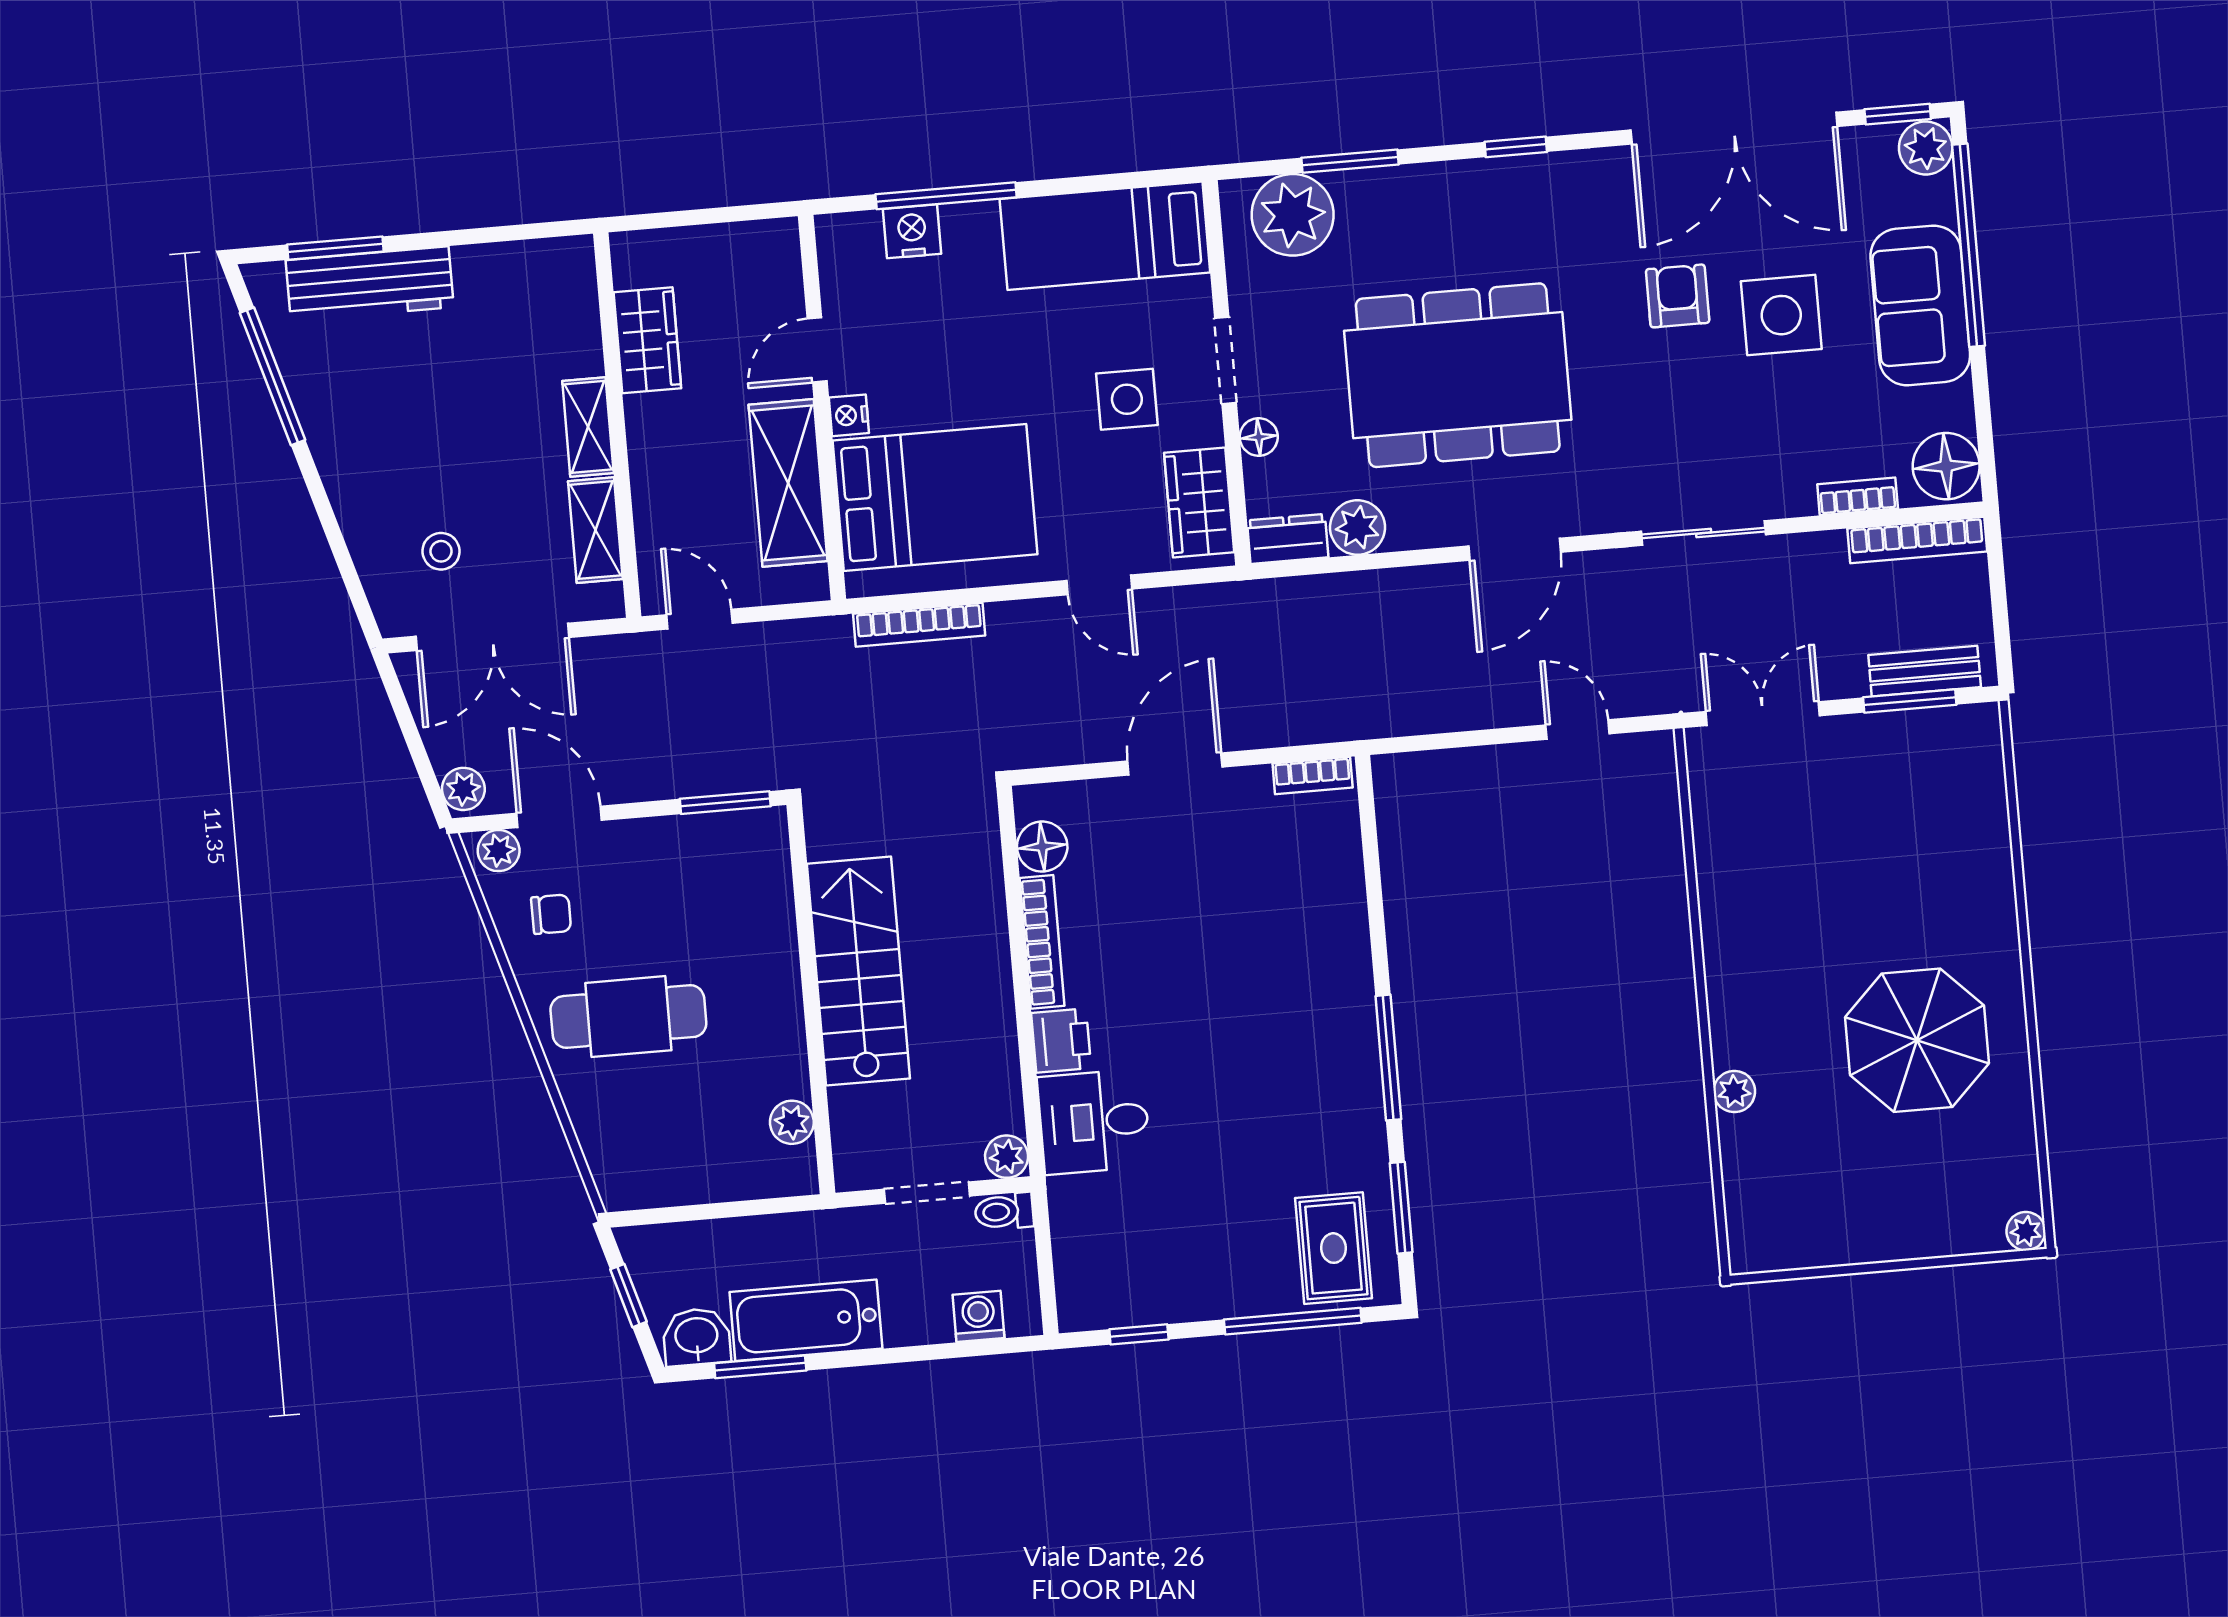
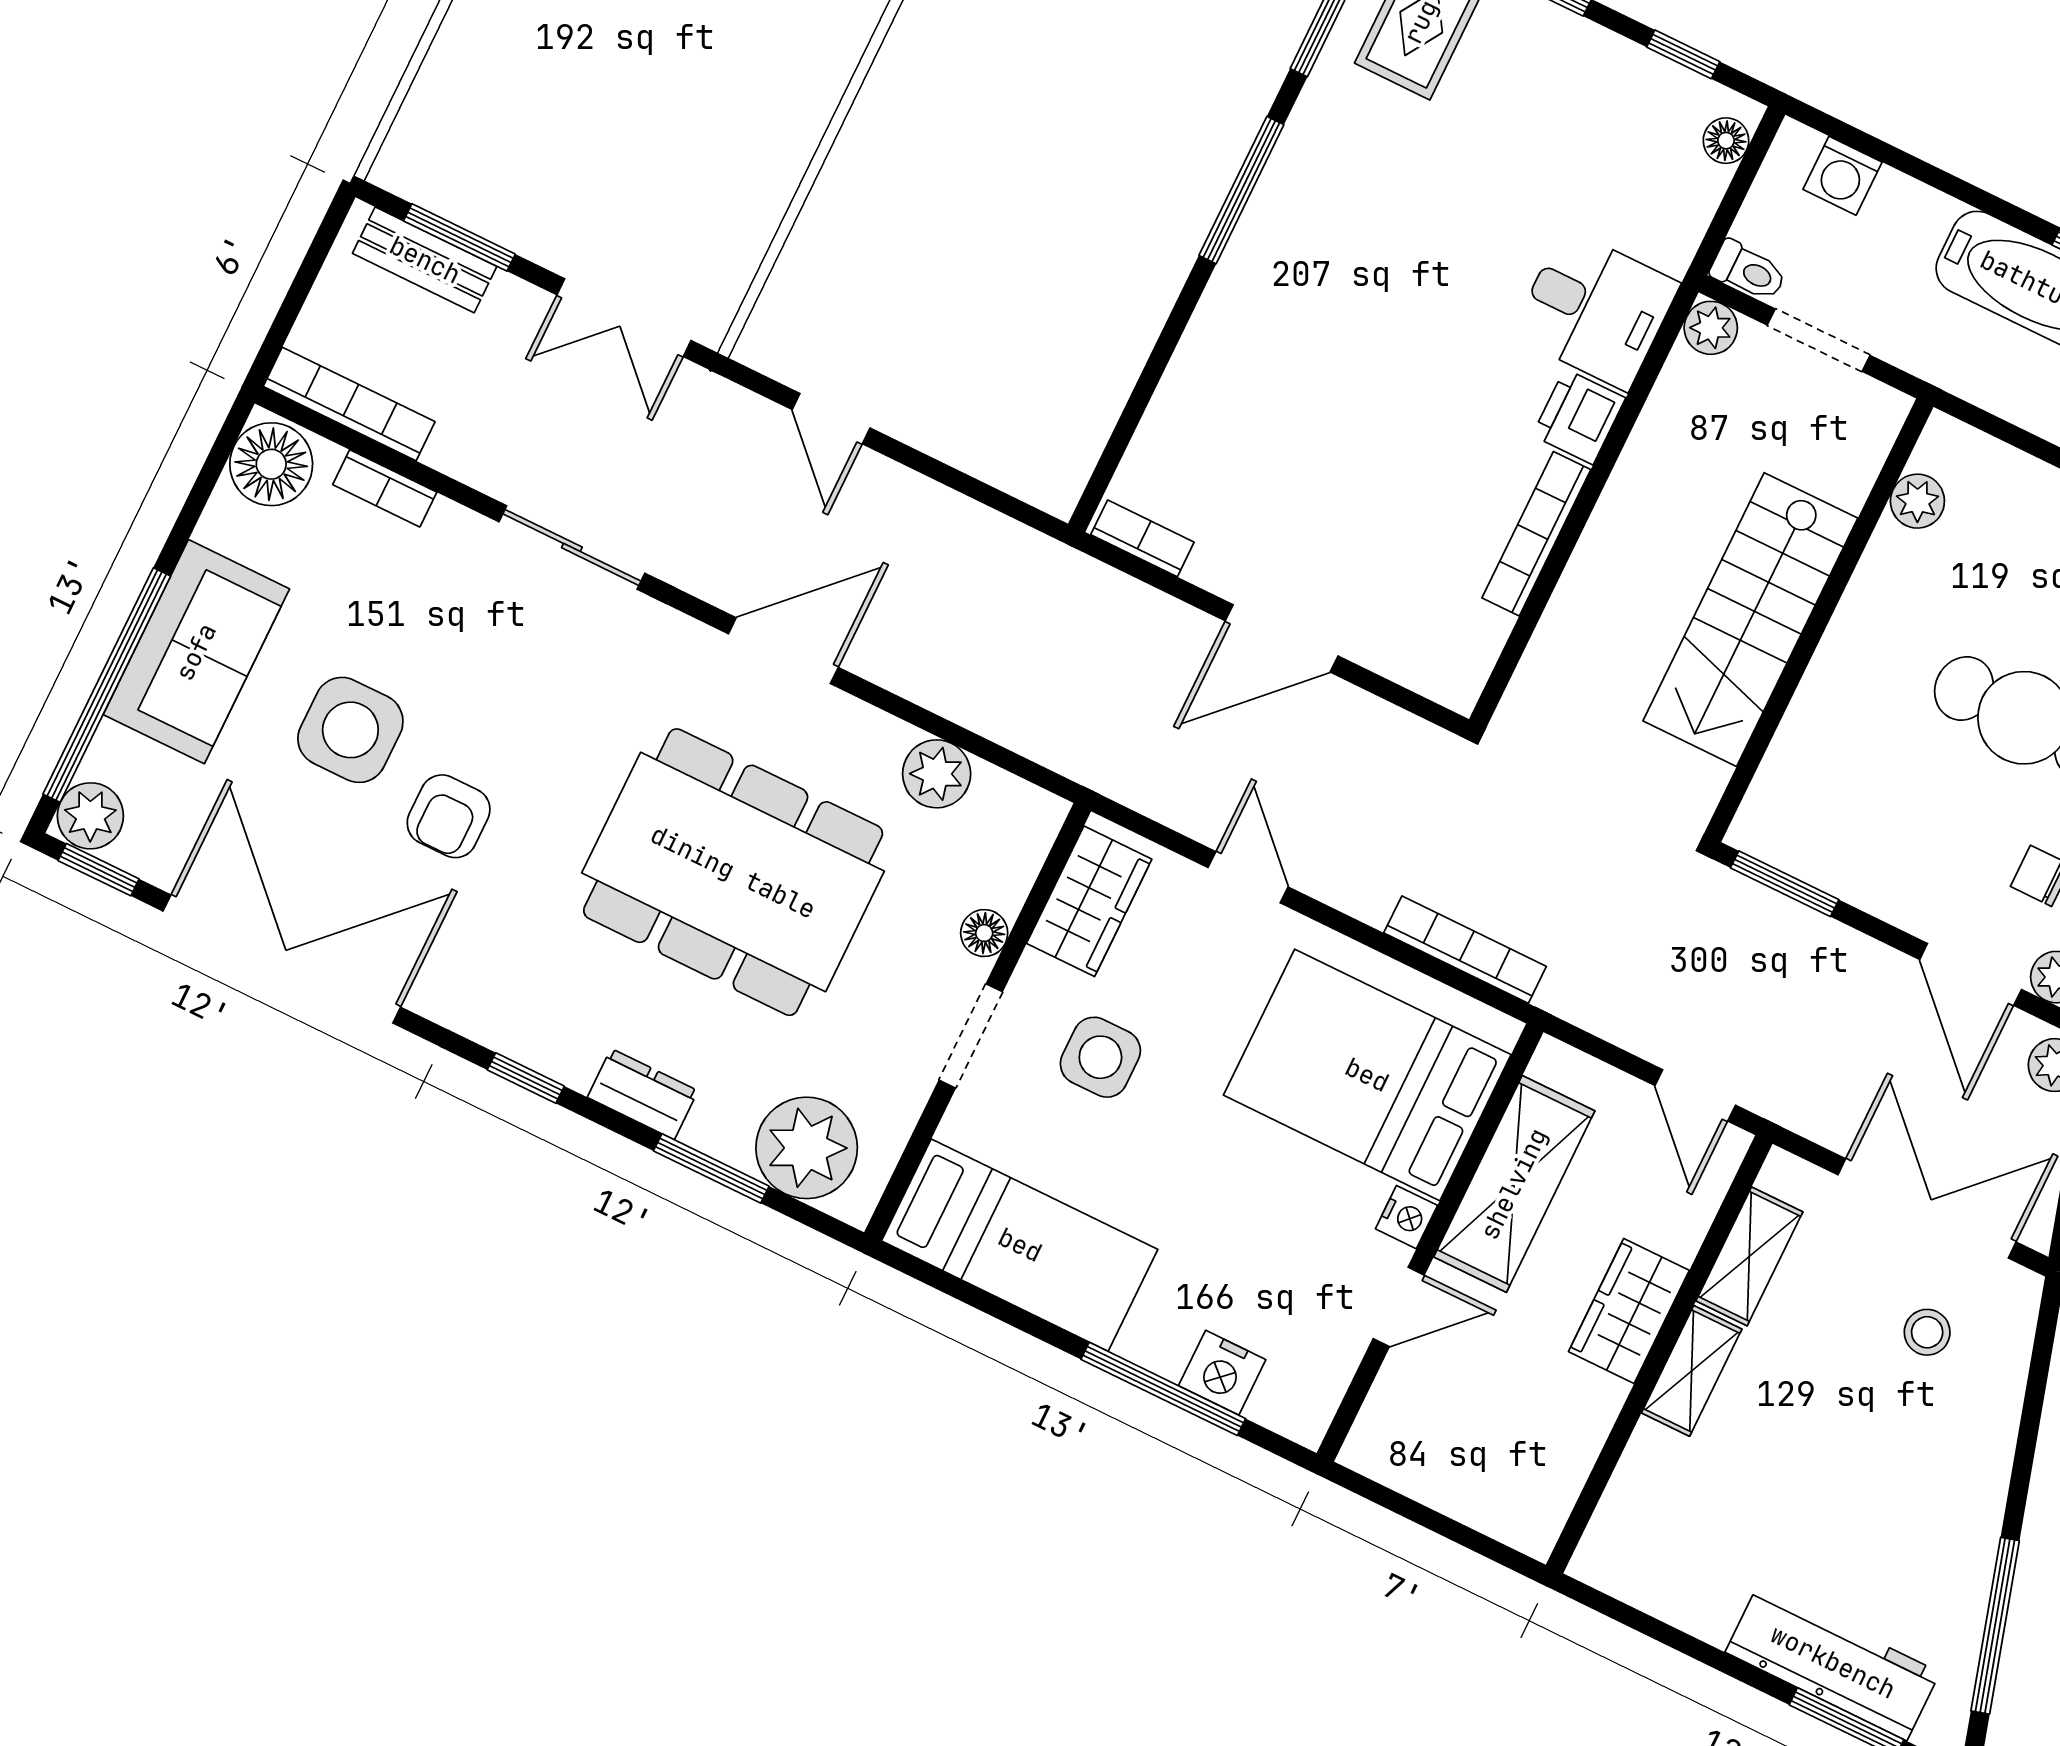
wardrobe: (647, 340) -> (1629, 1311), moved
dresser: (1288, 539) -> (643, 1094), moved, turned 180
floor lamp: (1042, 847) -> (1726, 141), moved, width x0.73, depth x0.73

